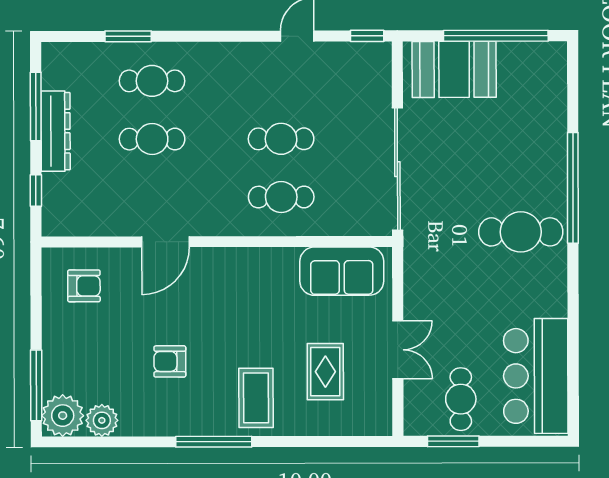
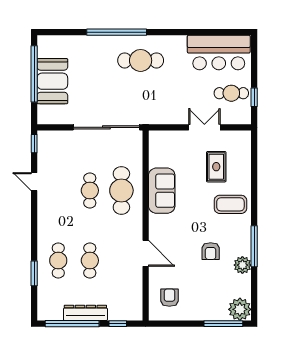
booth: (454, 69) -> (52, 81), moved
window: (36, 106) -> (72, 324), width x1.46
cafe table: (281, 197) -> (121, 190), width x1.37, depth x1.35
cafe table: (521, 232) -> (141, 60), turned 90
sofa: (342, 271) -> (162, 191), moved
rug: (325, 372) -> (216, 167), turned 90
plant: (102, 420) -> (242, 265), moved
window: (453, 441) -> (254, 97), width x0.67
window: (214, 442) -> (254, 246), moved

